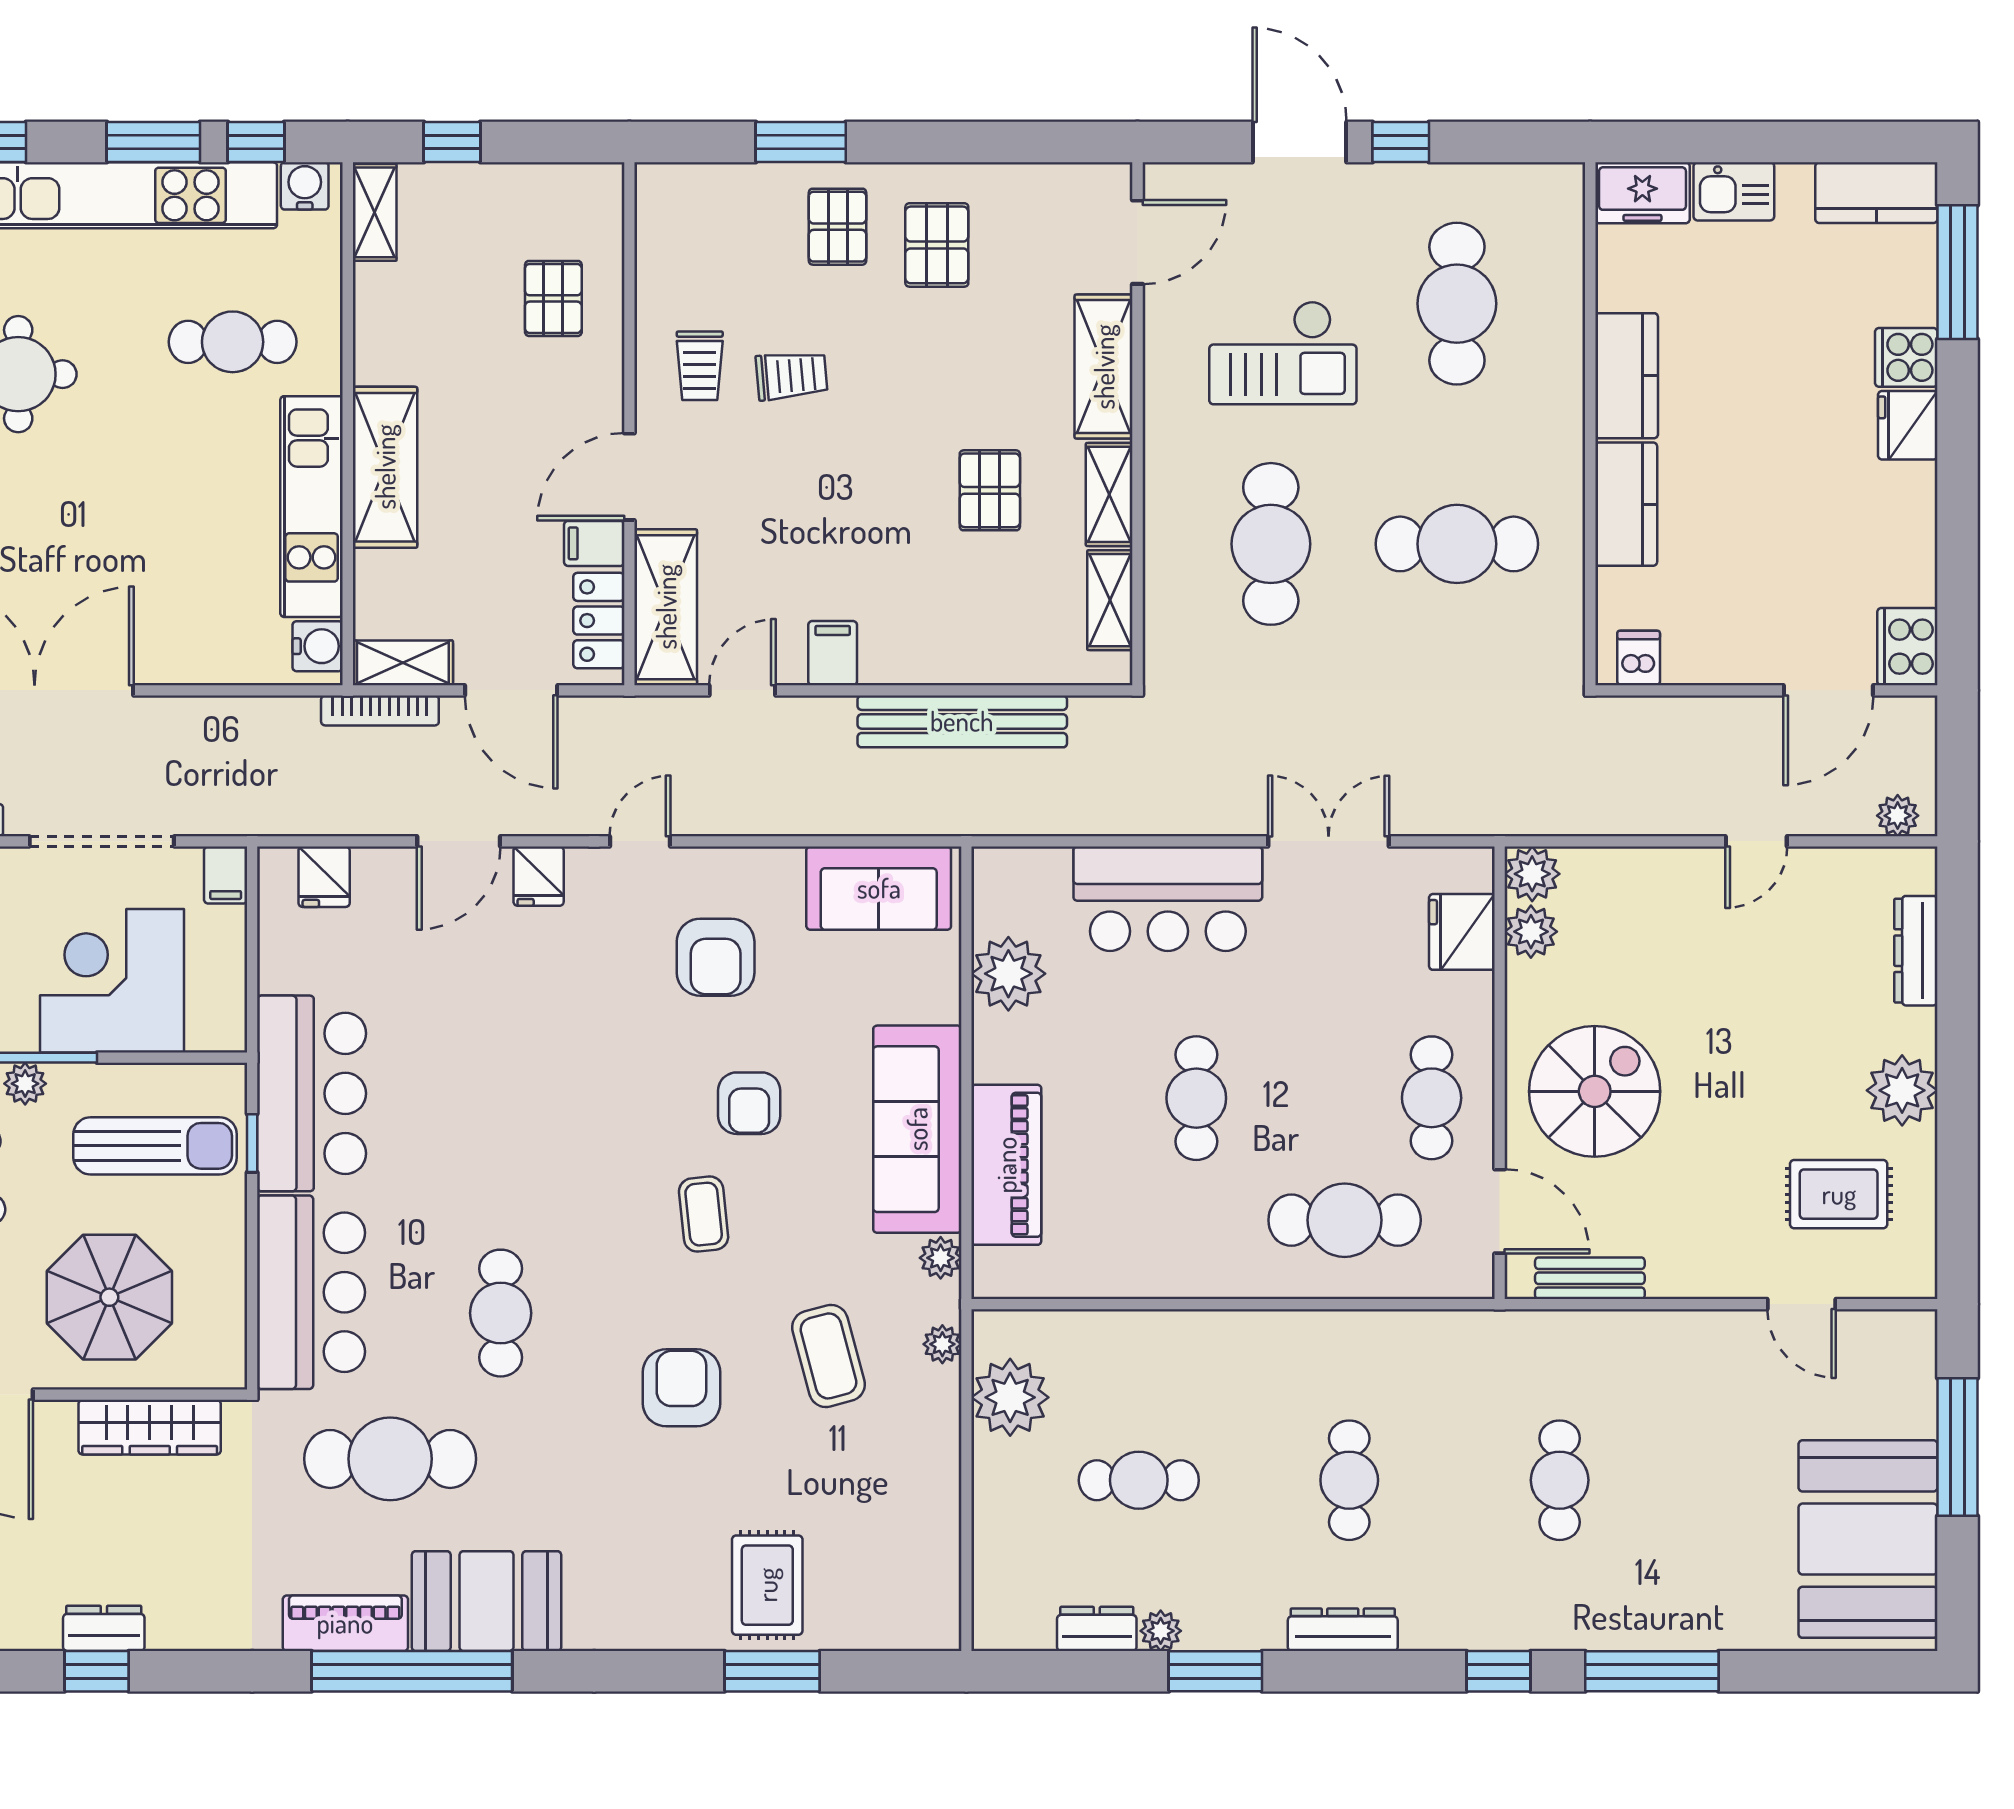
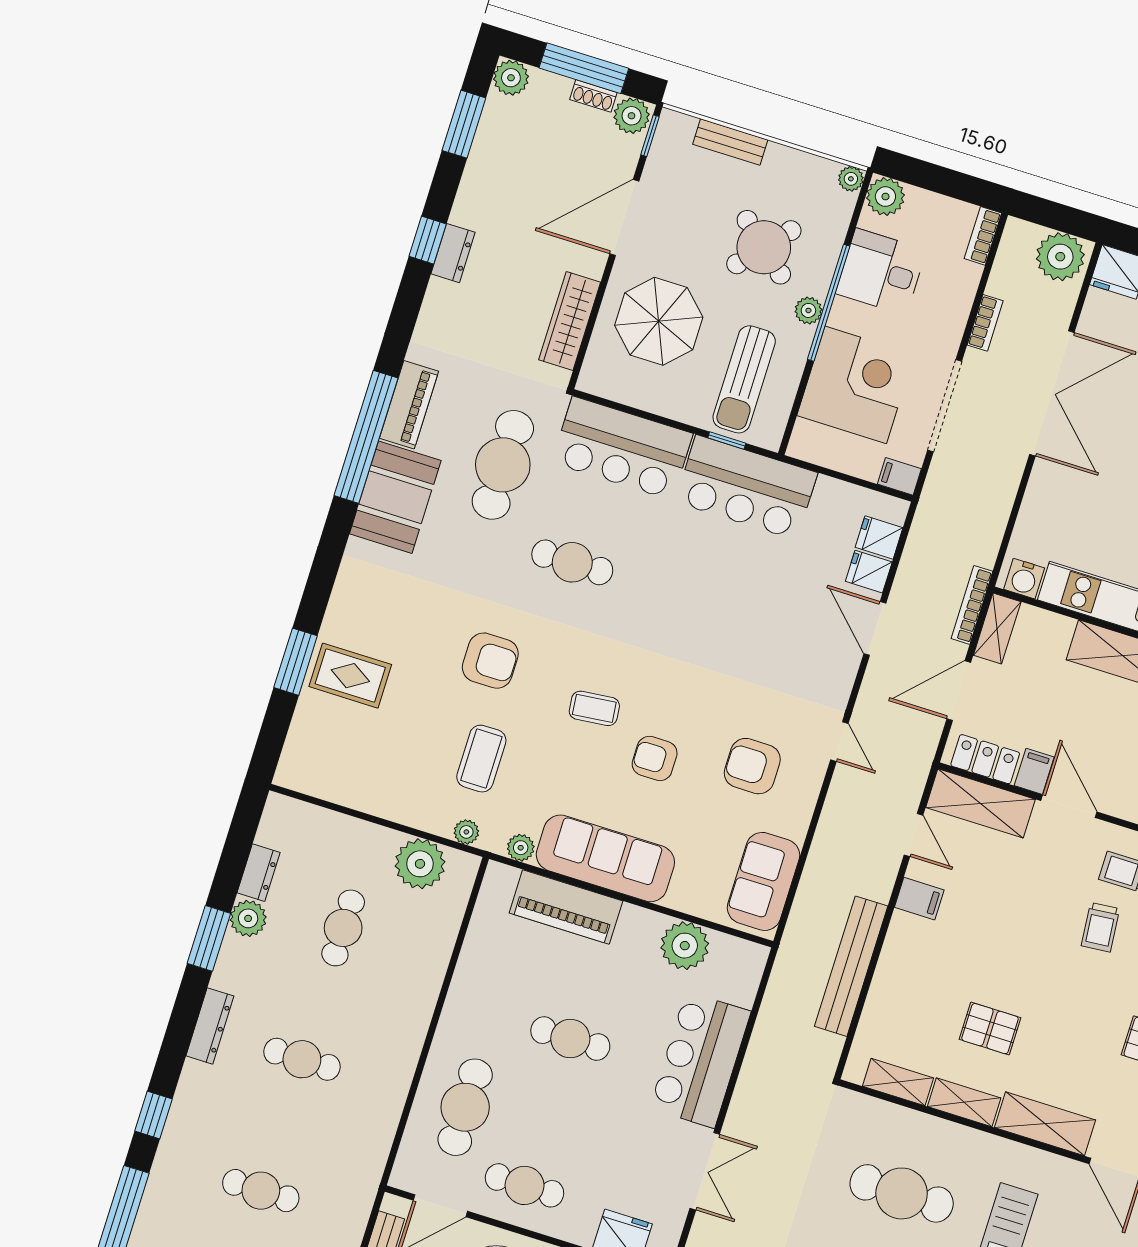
fridge: (539, 876) -> (869, 572), moved
coffee table: (828, 1356) -> (481, 759), turned -75
plant: (1161, 1631) -> (248, 918), width x1.38, depth x1.38

